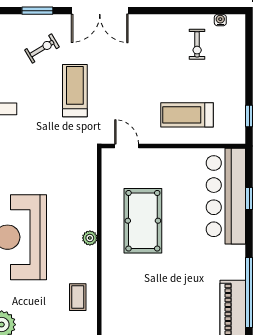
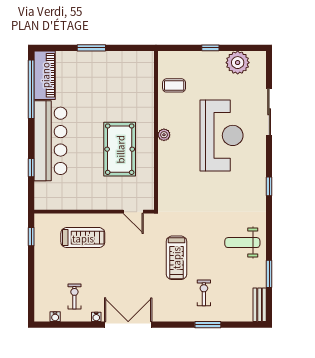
double door: (100, 11) -> (128, 325), moved
water cooler: (171, 20) -> (96, 317), added
exercise bike: (42, 49) -> (204, 293), turned 121
bar counter: (226, 196) -> (50, 141), moved
coffee table: (78, 297) -> (174, 85), turned 90

